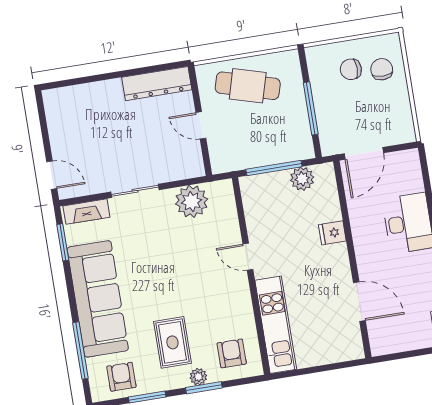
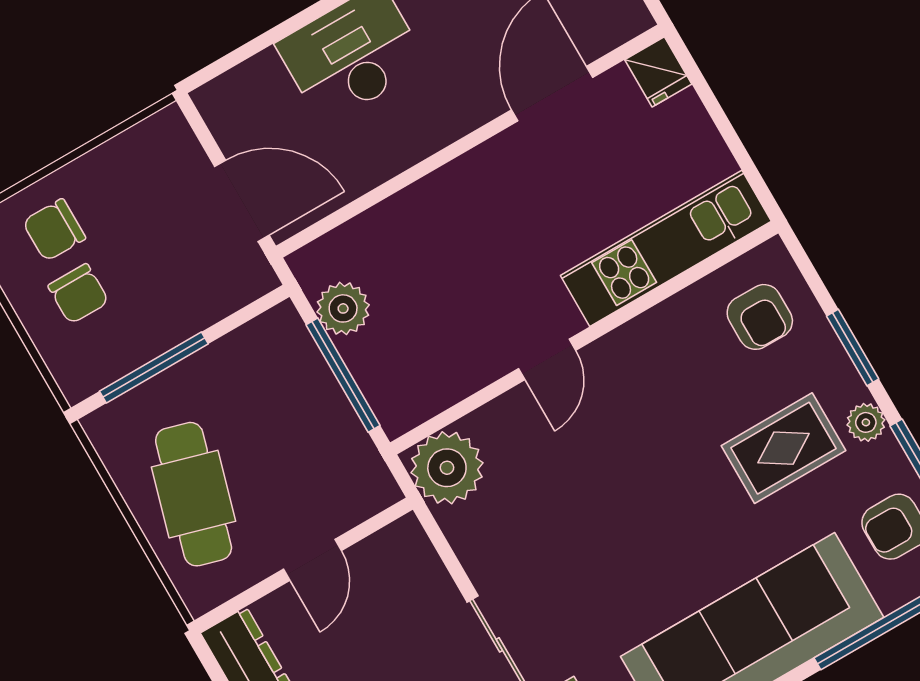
window: (311, 108) -> (154, 367), moved
plant: (192, 201) -> (447, 468), moved
fridge: (332, 233) -> (658, 72), moved
armchair: (232, 353) -> (760, 317), turned -90
plant: (198, 377) -> (866, 422), moved

